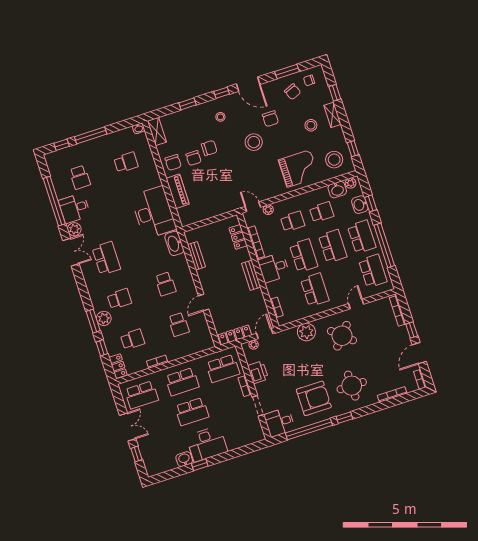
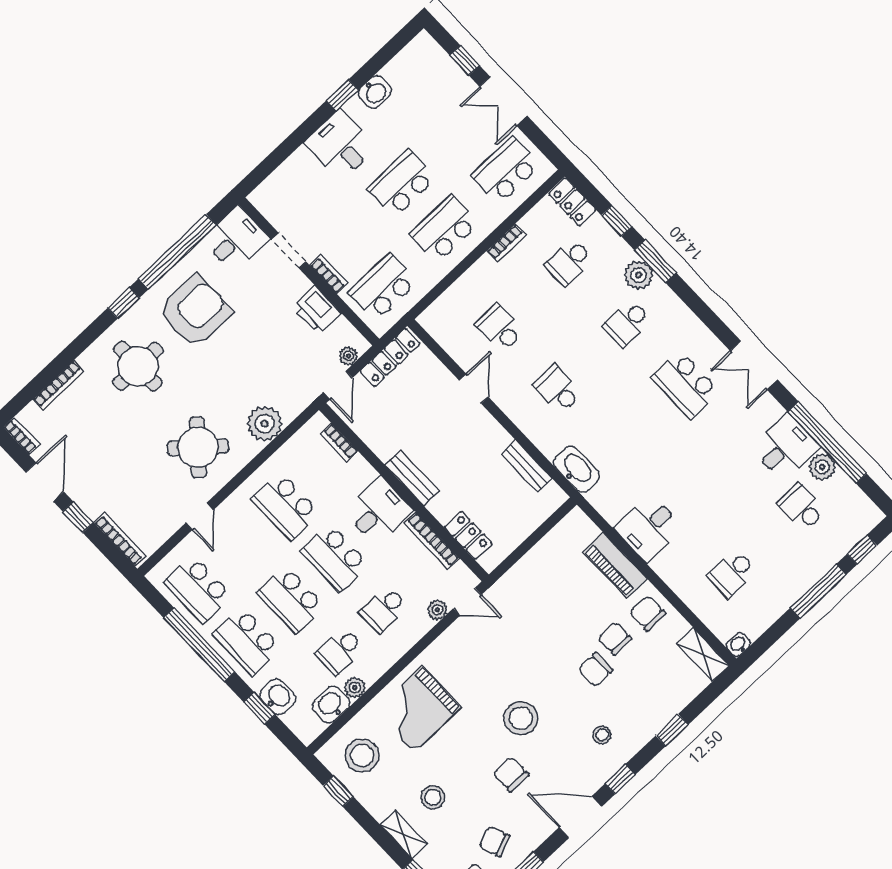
plant: (351, 183) -> (355, 688), moved
desk: (154, 212) -> (649, 528), width x0.53, depth x0.77
plant: (74, 229) -> (822, 467), moved
armchair: (314, 398) -> (195, 311), turned 180
desk: (207, 444) -> (340, 145), width x0.73

